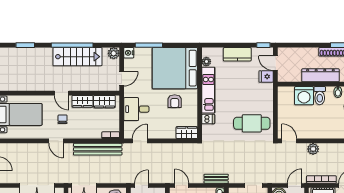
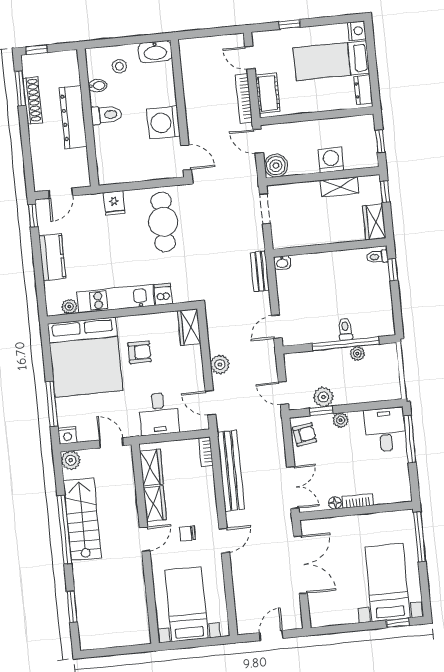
fridge: (266, 77) -> (114, 203), moved
washing machine: (304, 96) -> (163, 123), moved, turned 180
door: (289, 141) -> (186, 157), swing flipped
plant: (313, 149) -> (220, 364), moved

